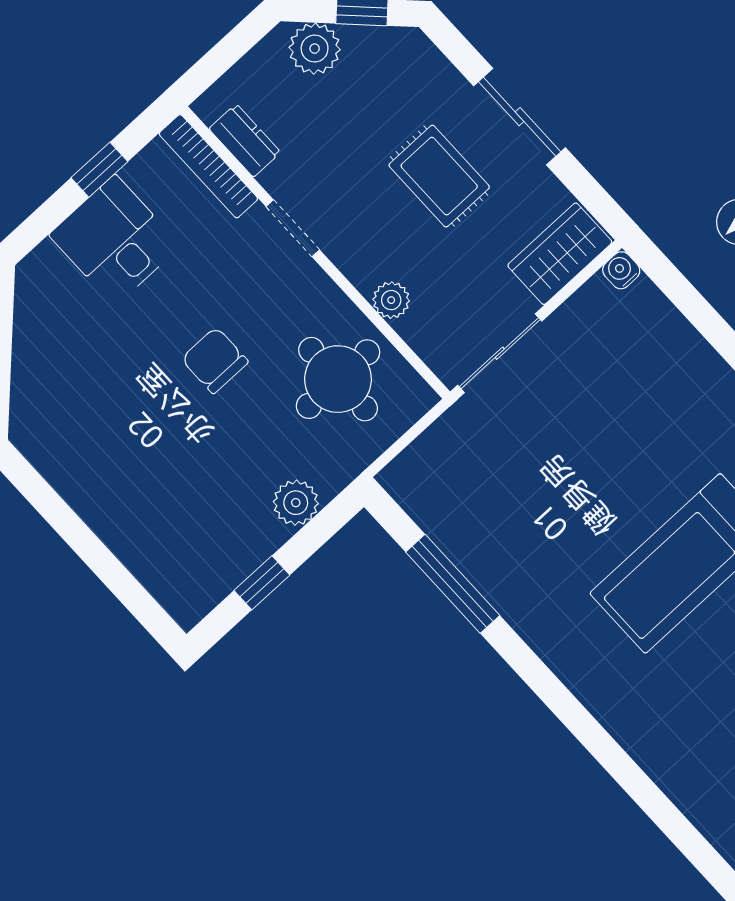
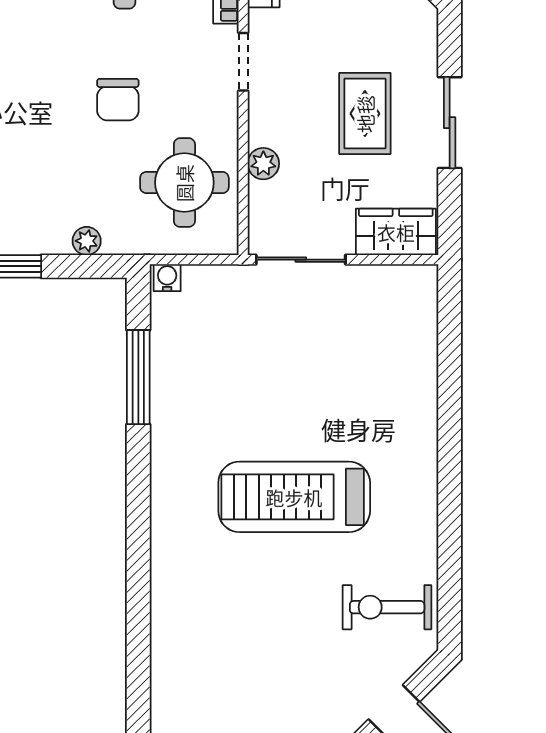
water cooler: (621, 270) -> (167, 278), moved
chair: (215, 360) -> (118, 100), turned 180
plant: (296, 503) -> (87, 241), width x0.73, depth x0.73

